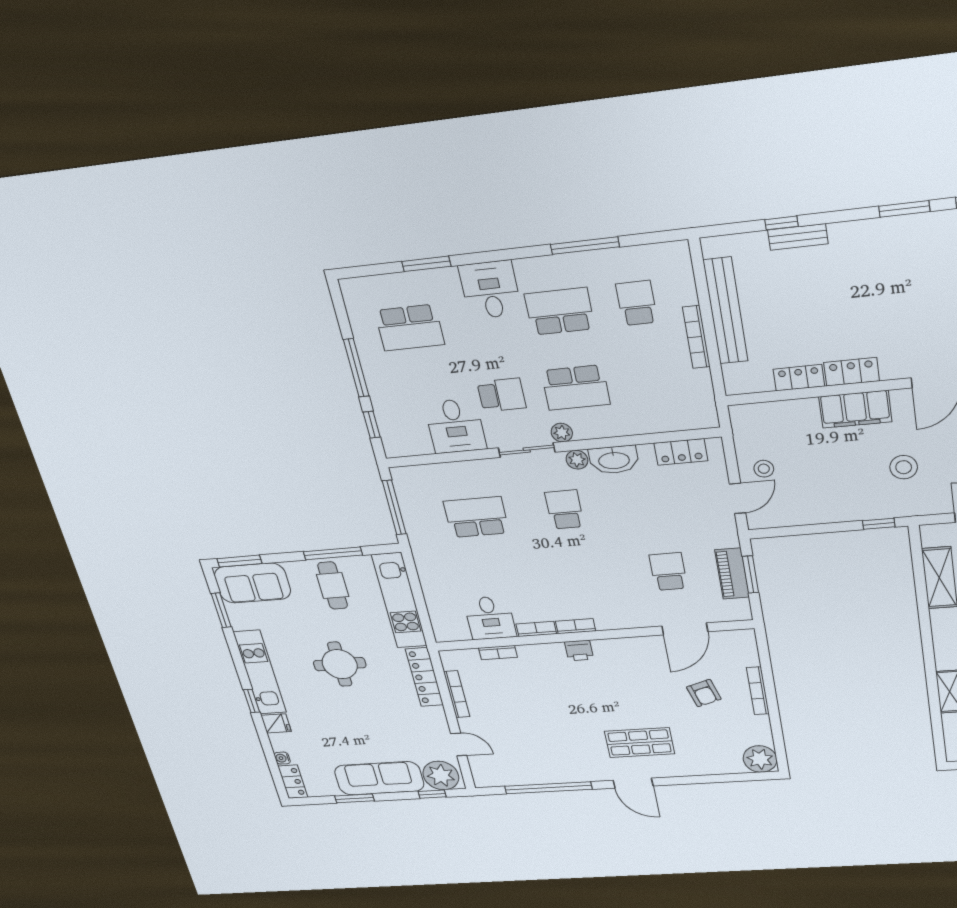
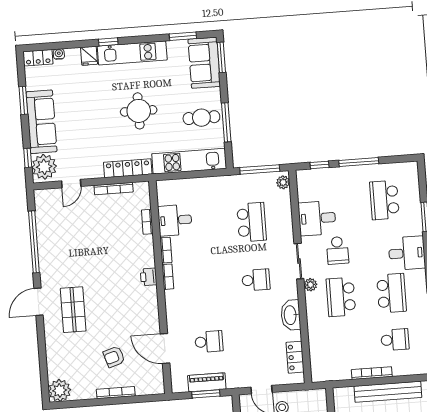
plant: (577, 460) -> (283, 182), moved

